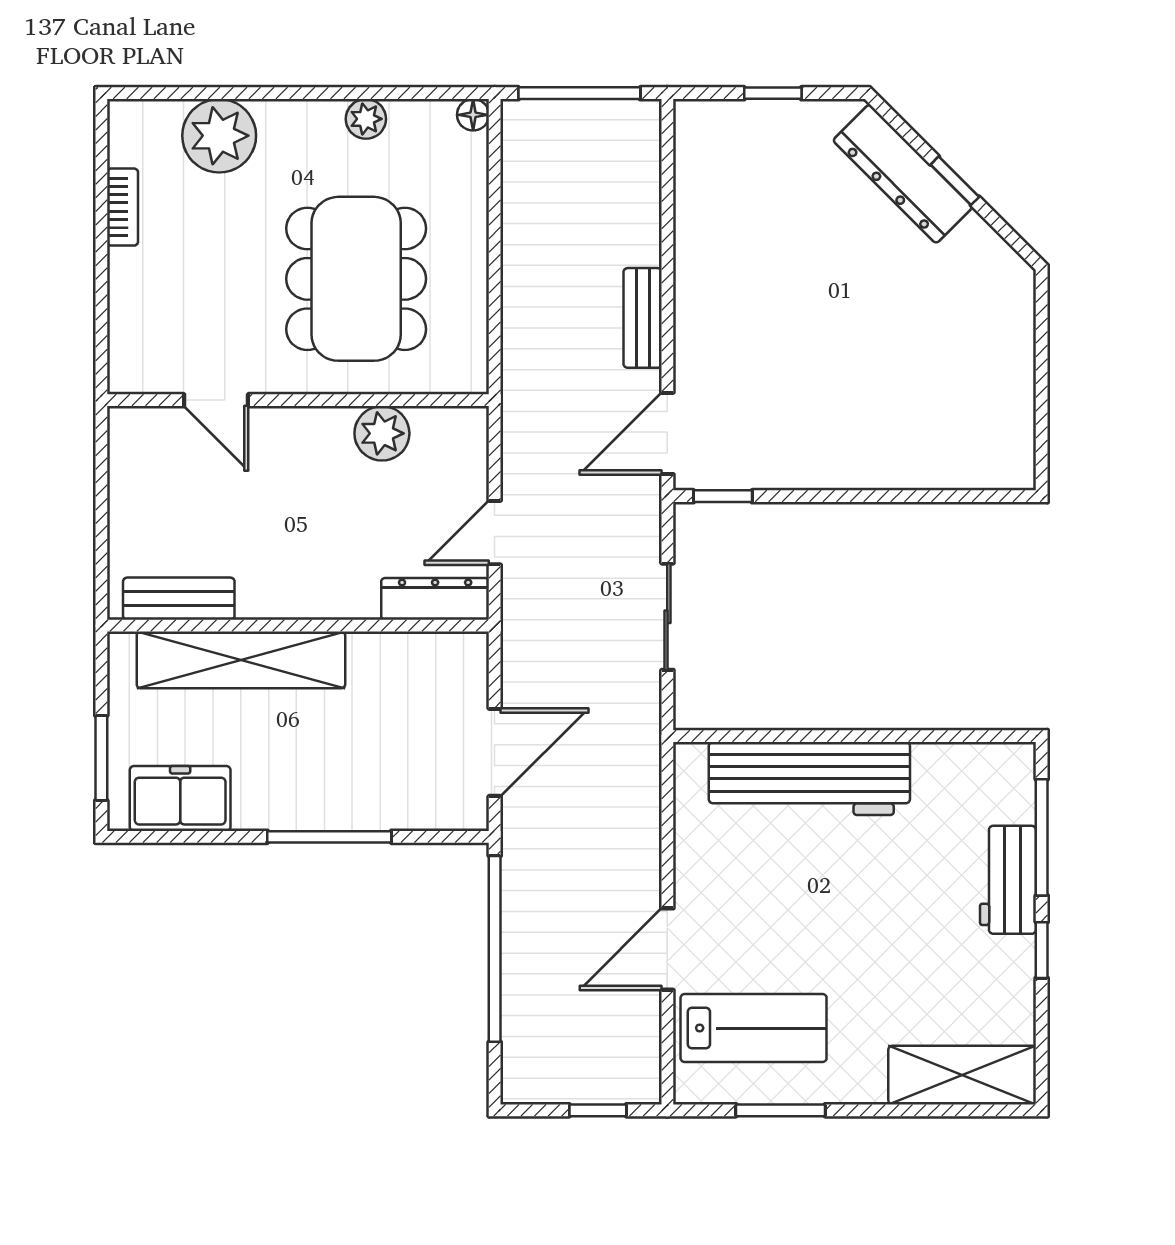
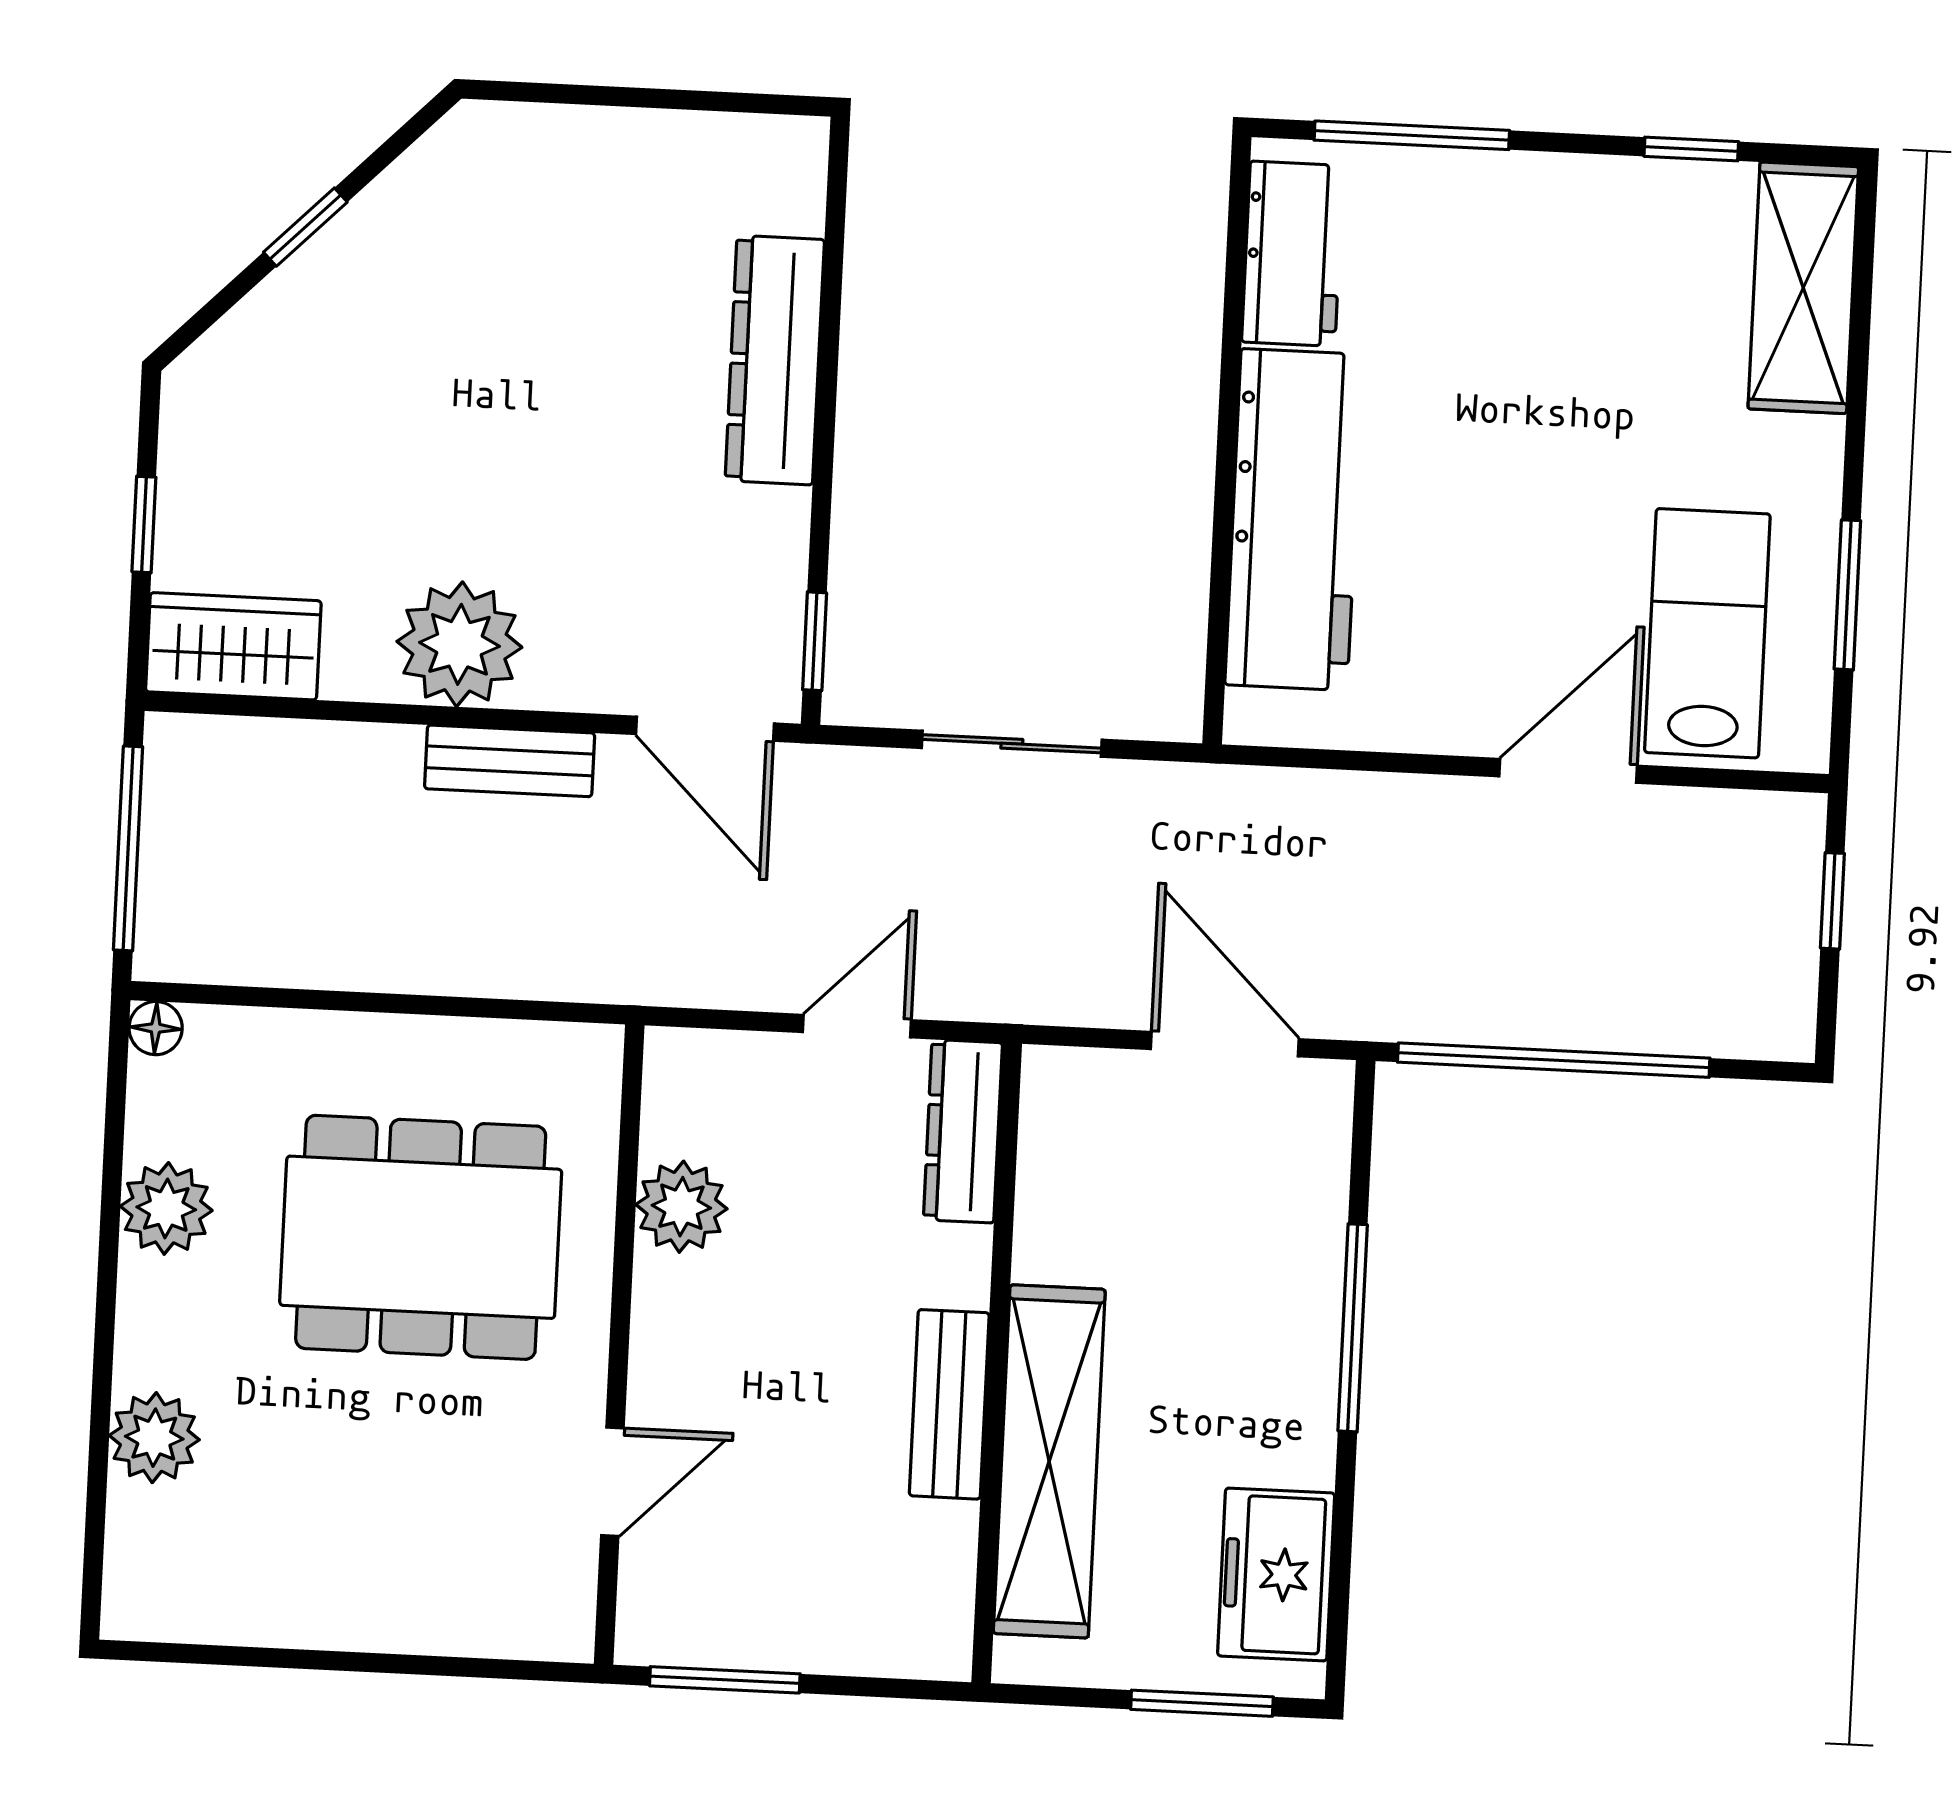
plant: (366, 119) -> (166, 1208), width x1.38, depth x1.38
plant: (219, 136) -> (154, 1438), width x0.73, depth x0.73
wardrobe: (703, 150) -> (233, 646), added
dresser: (903, 174) -> (775, 360), moved, turned 135
bookcase: (123, 207) -> (281, 1623), removed
plant: (711, 285) -> (459, 644), added
window: (101, 473) -> (725, 1680), added
door: (495, 533) -> (857, 1026), swing flipped
bench: (179, 599) -> (949, 1404), moved
workbench: (1008, 880) -> (1293, 254), moved, turned -90
door: (667, 949) -> (1568, 771), swing flipped
window: (1042, 950) -> (1691, 149), moved

